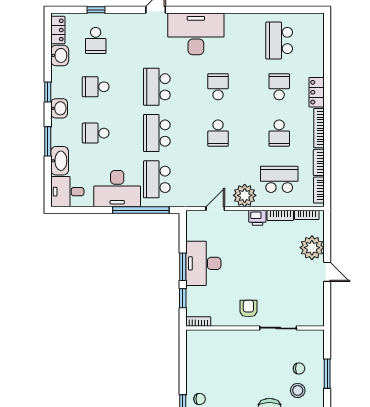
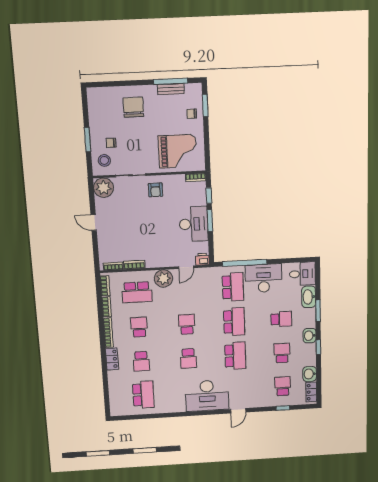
school desk: (96, 87) -> (282, 353), turned -90
printer: (257, 218) -> (202, 259), moved
plant: (312, 248) -> (104, 188), moved
grand piano: (219, 355) -> (177, 151), added
stool: (298, 390) -> (104, 160), moved

